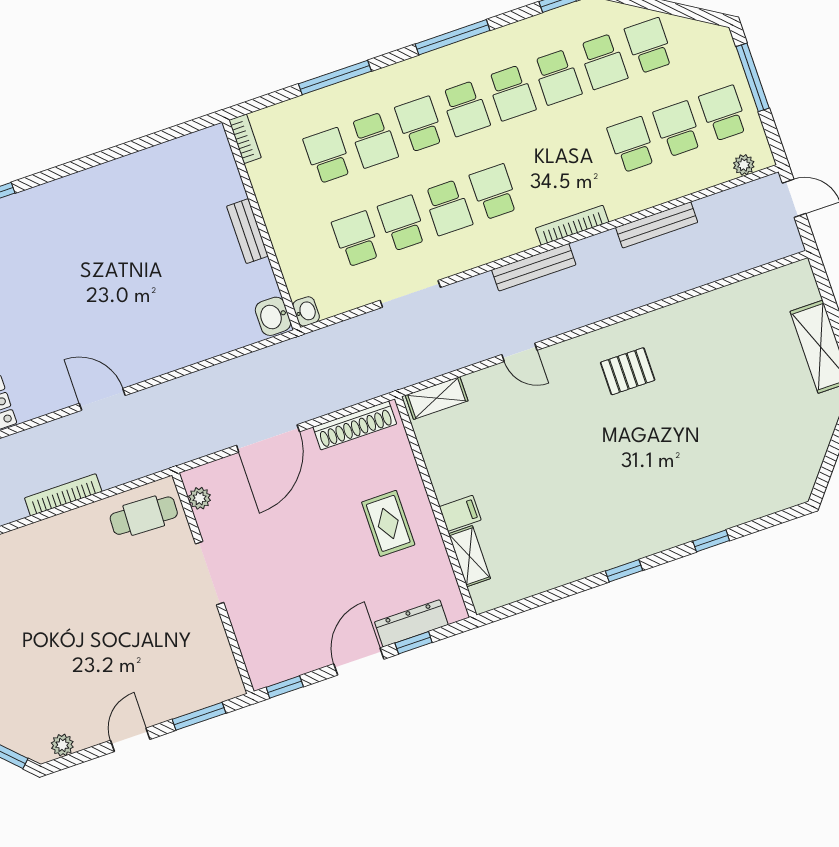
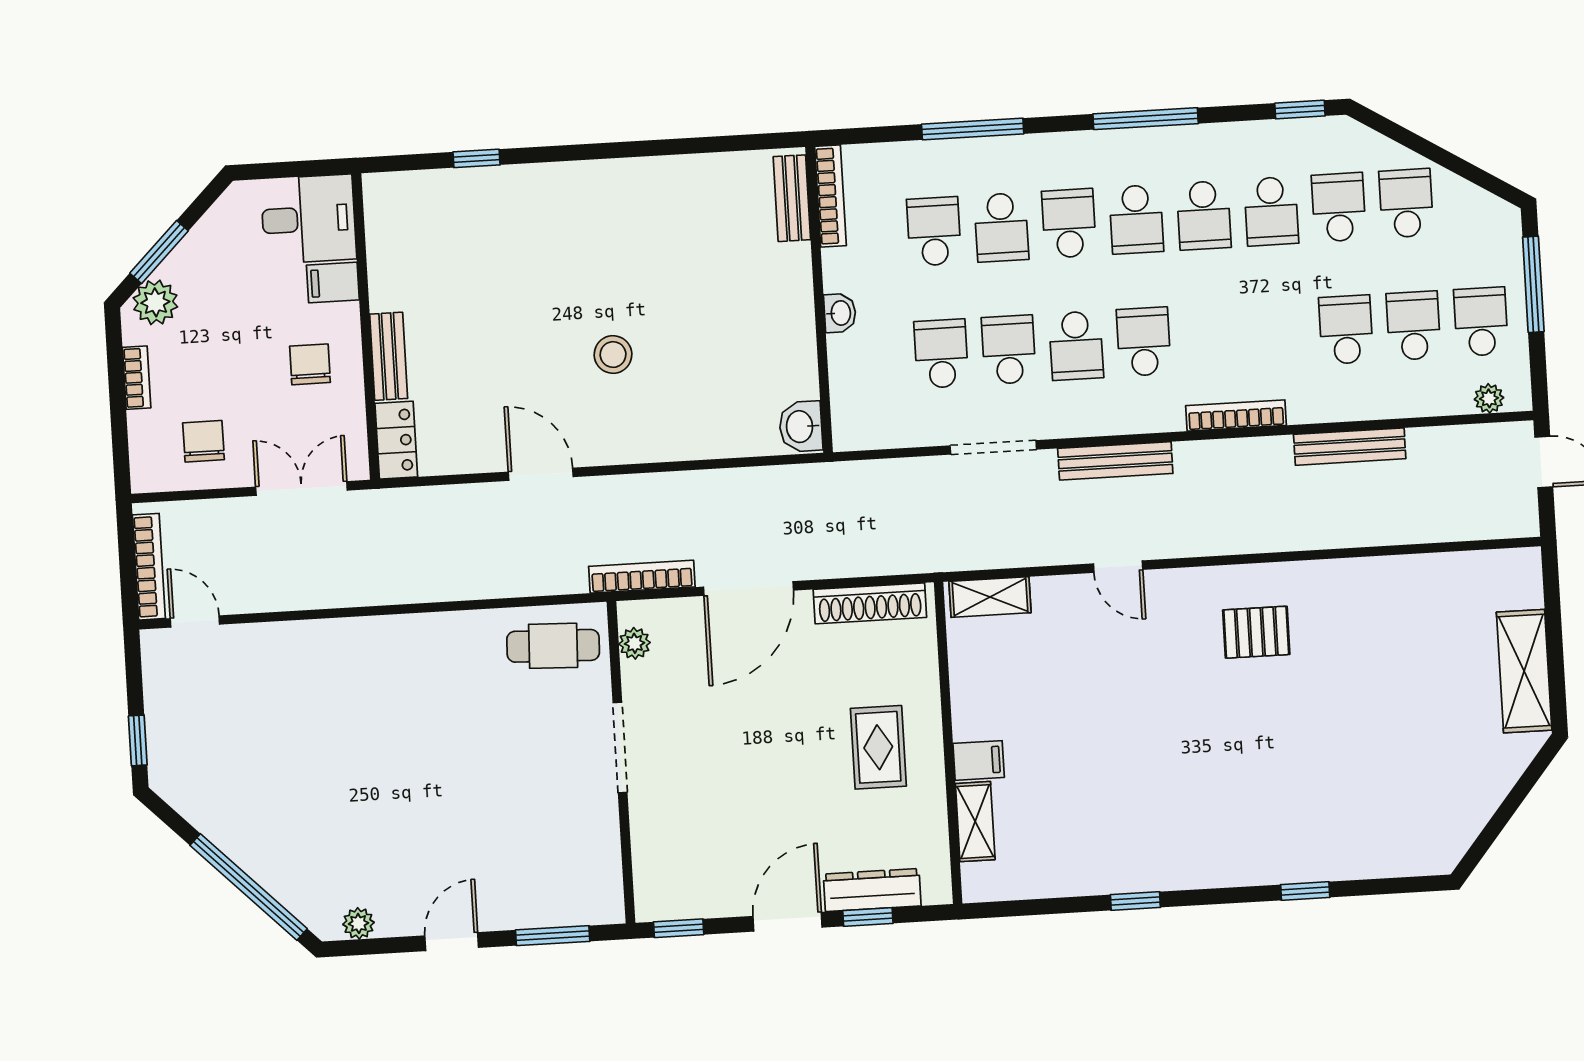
school desk: (603, 61) -> (1339, 207), turned 180
bookcase: (245, 139) -> (830, 196), width x1.56
bench: (247, 231) -> (792, 198), moved
bench: (534, 267) -> (1115, 461), moved
stool: (129, 303) -> (613, 355), added
washbasin: (306, 311) -> (840, 313), moved
bookcase: (63, 495) -> (642, 577), moved
window: (624, 571) -> (1135, 901), moved

